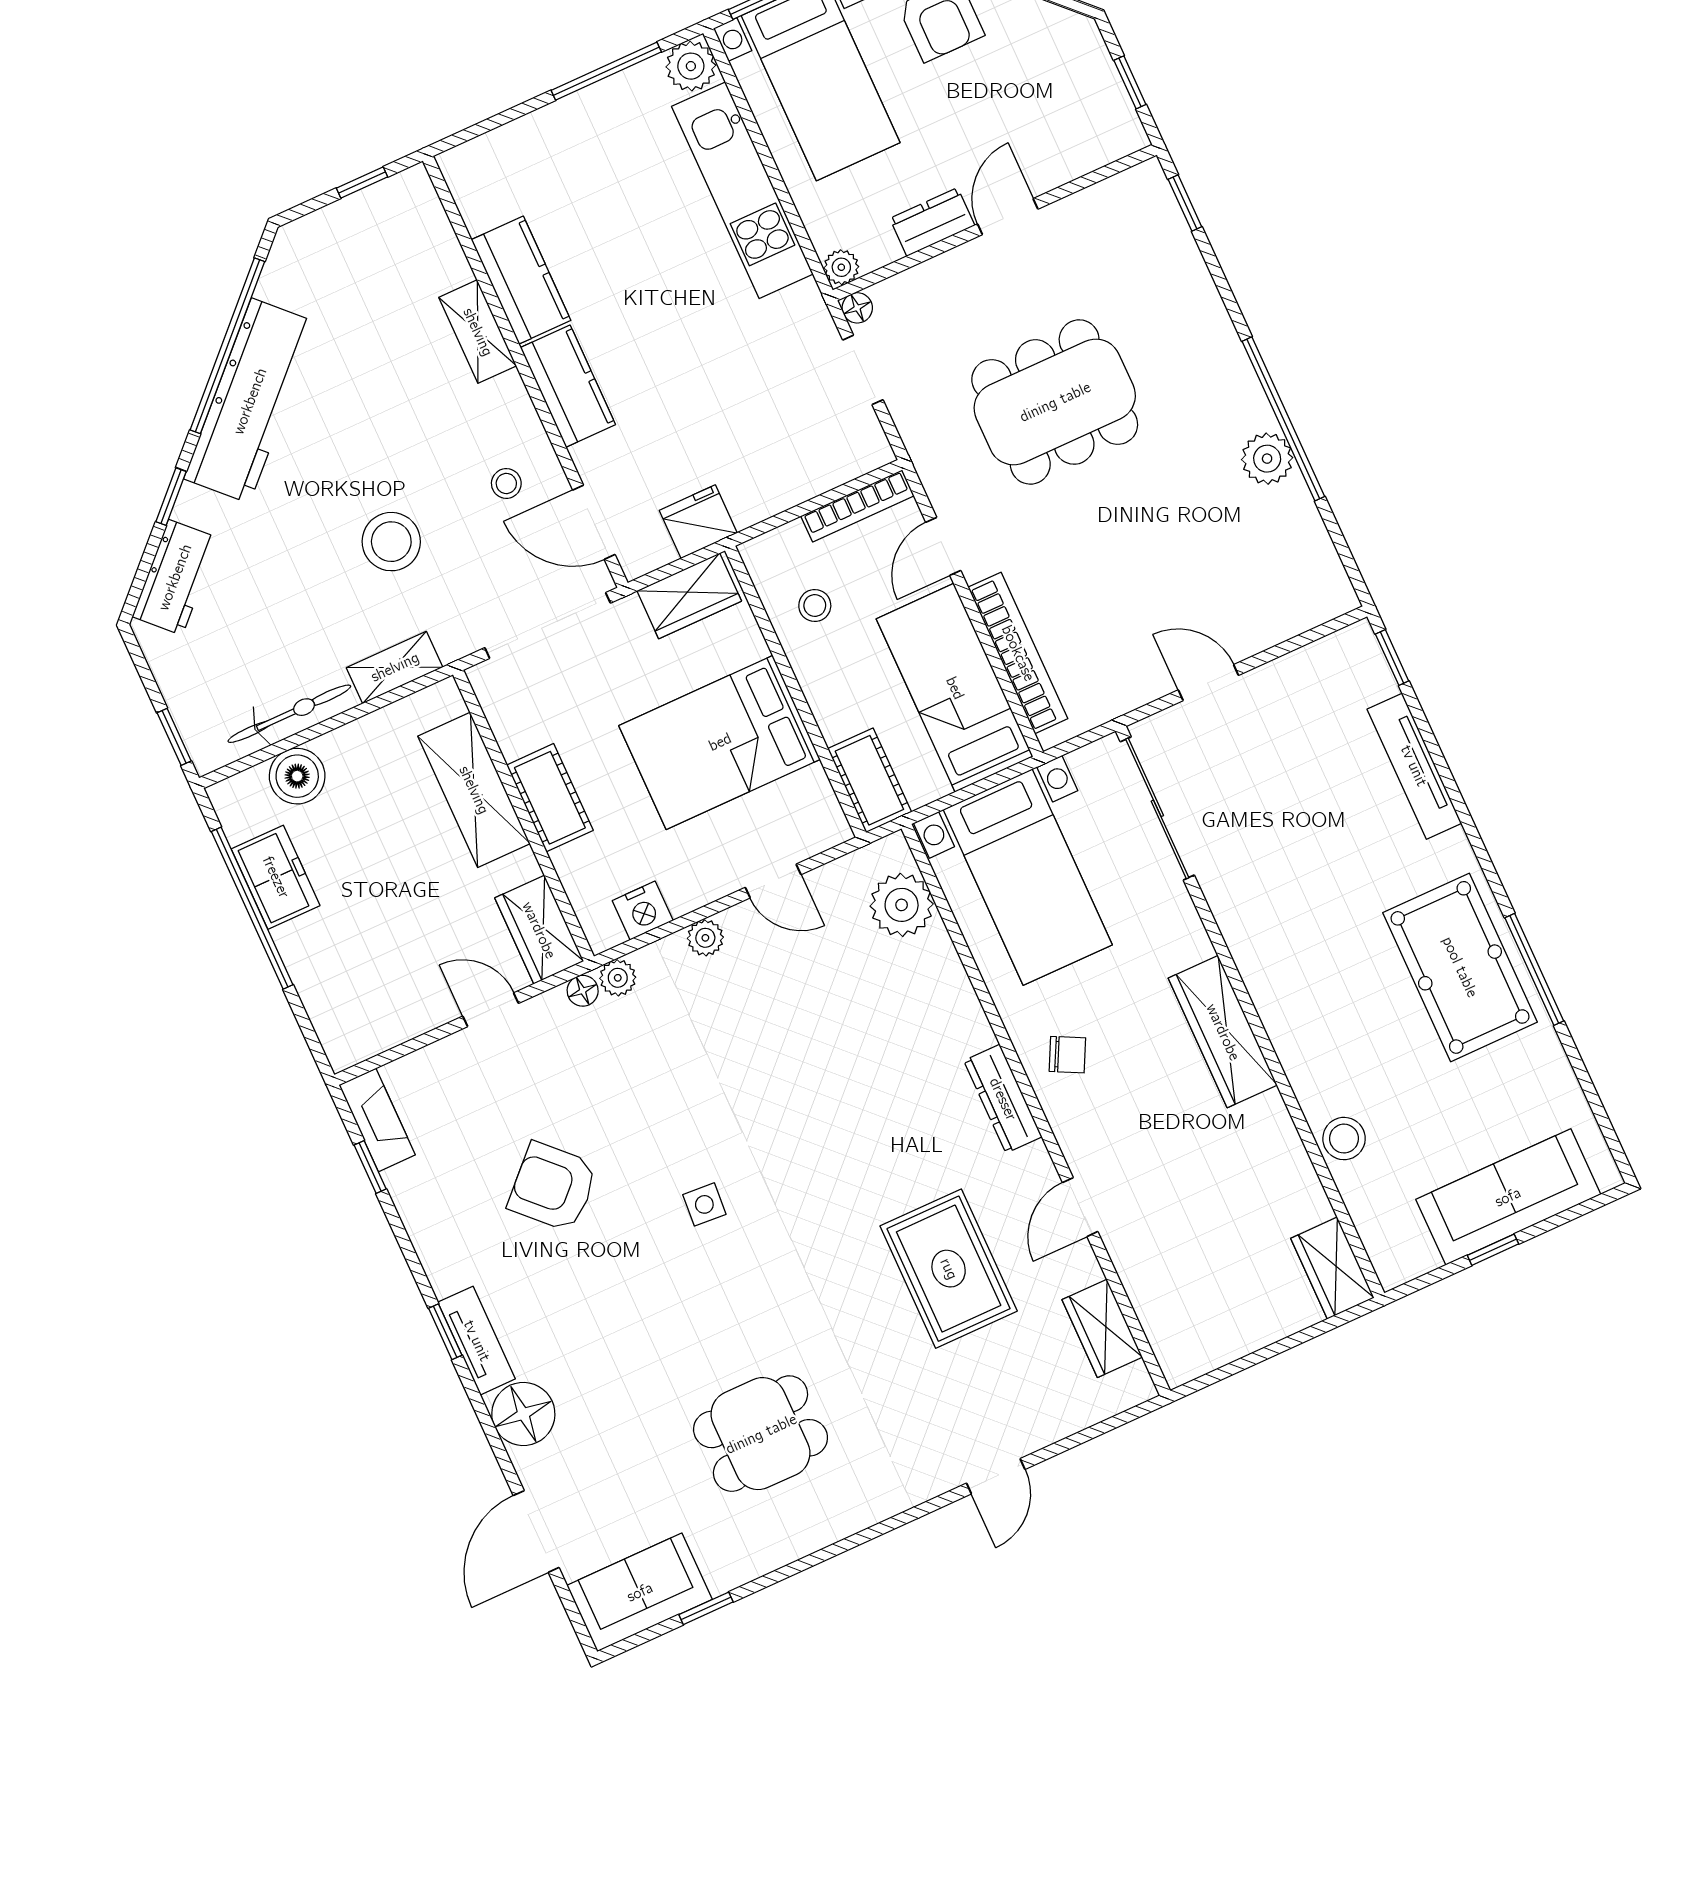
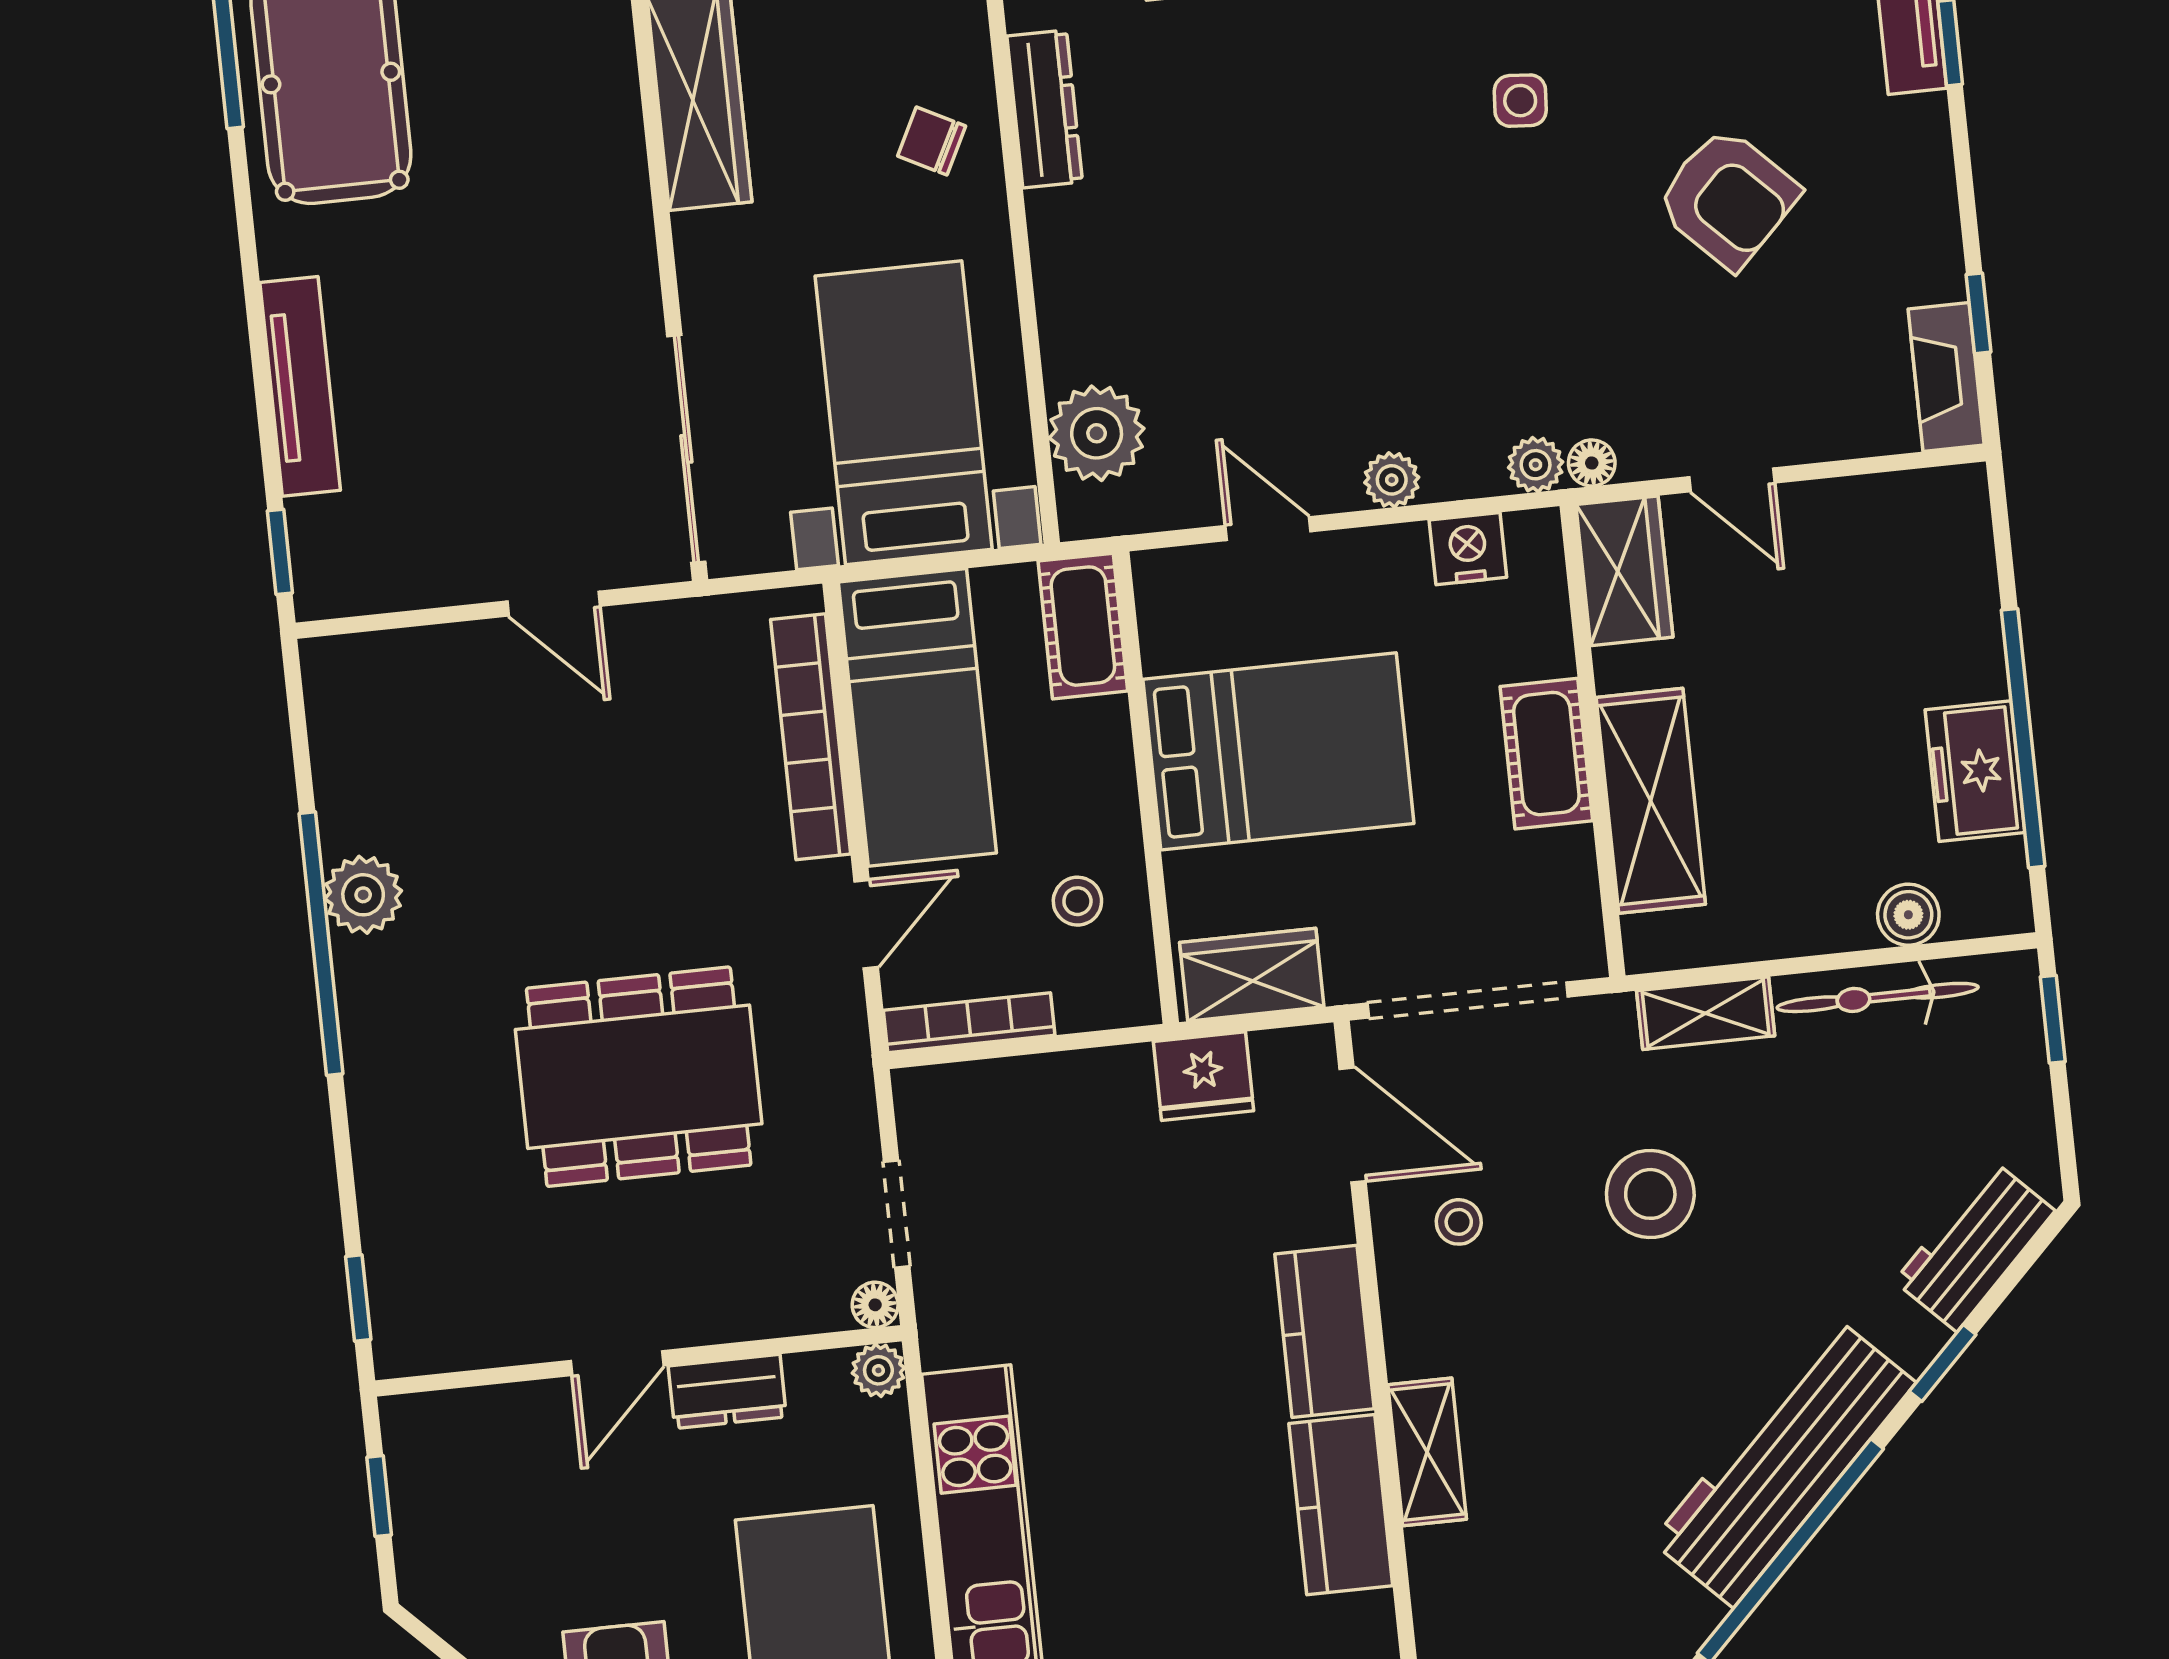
boiler: (297, 776) -> (1908, 915), width x0.73, depth x0.73

